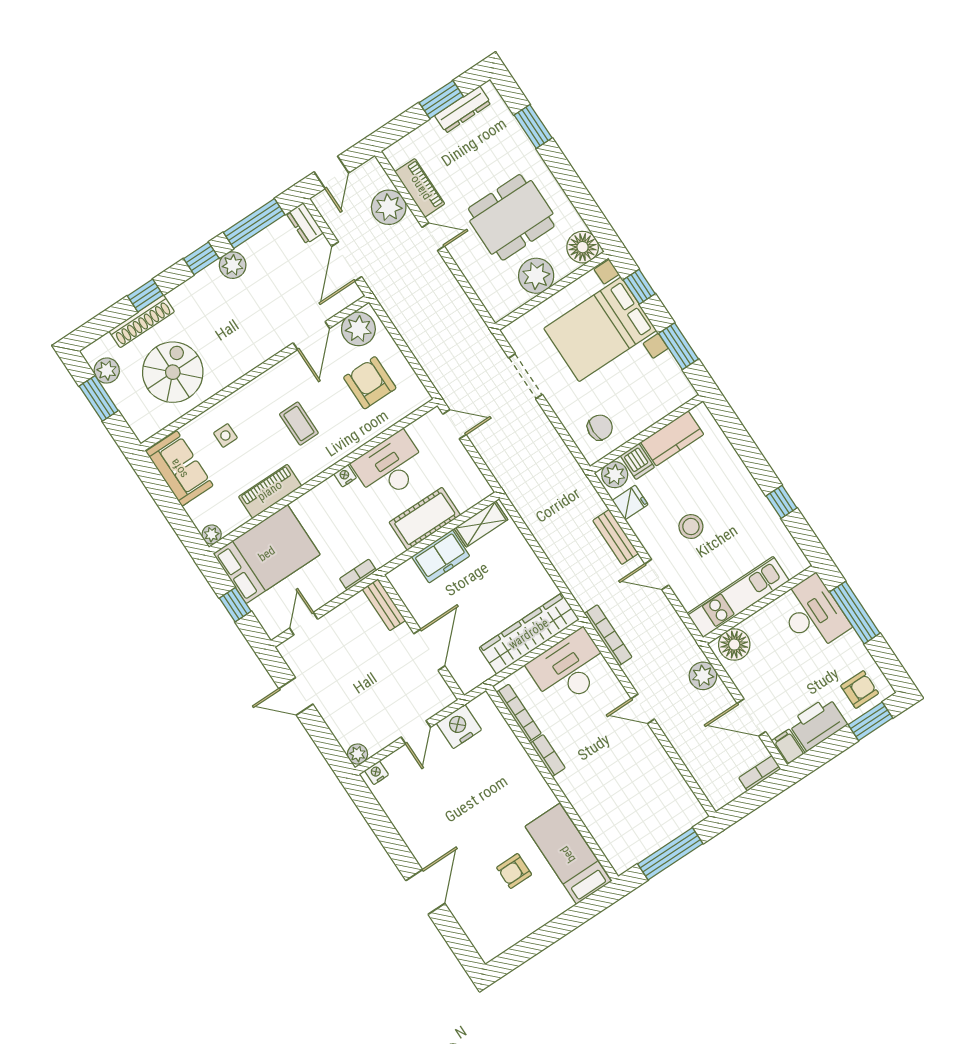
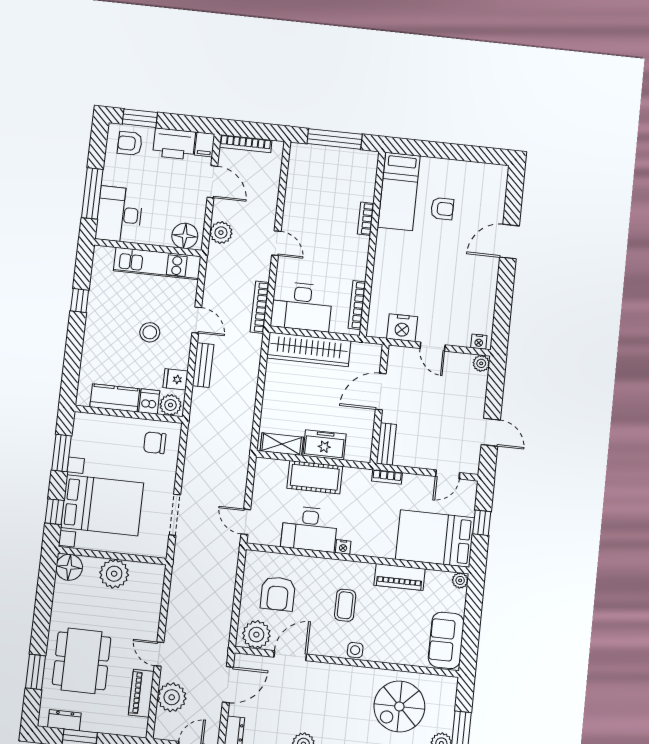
dresser: (463, 110) -> (64, 720), width x0.70
dining table: (511, 217) -> (82, 661), moved, turned 90
side table: (225, 435) -> (355, 650), moved
door: (416, 732) -> (433, 347), swing flipped
bookcase: (548, 756) -> (366, 219), moved
bookcase: (760, 773) -> (246, 144), width x1.56

